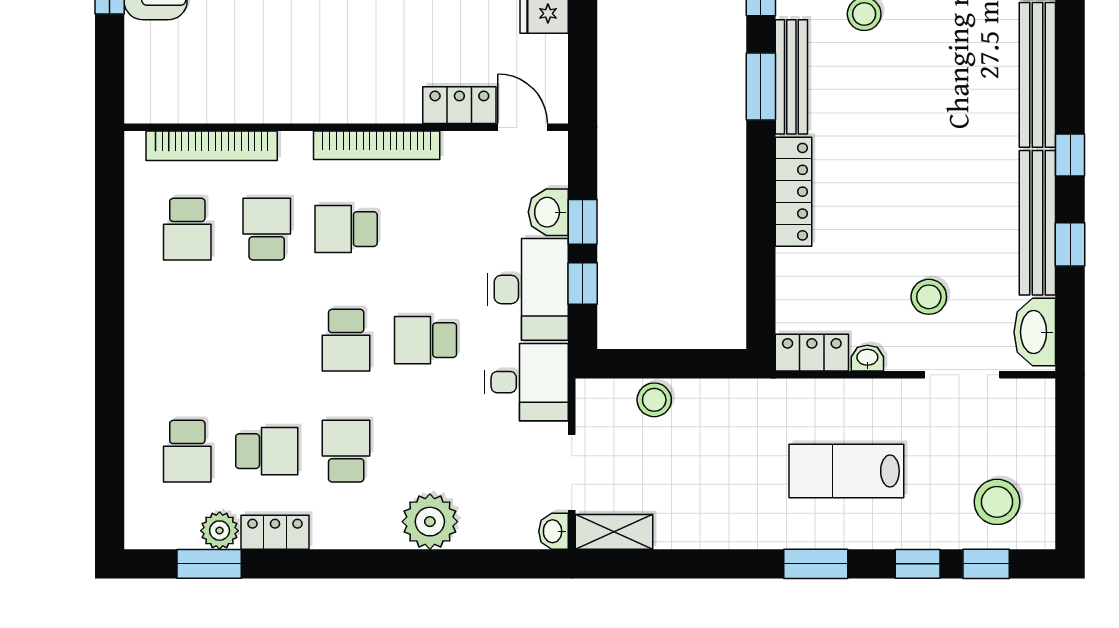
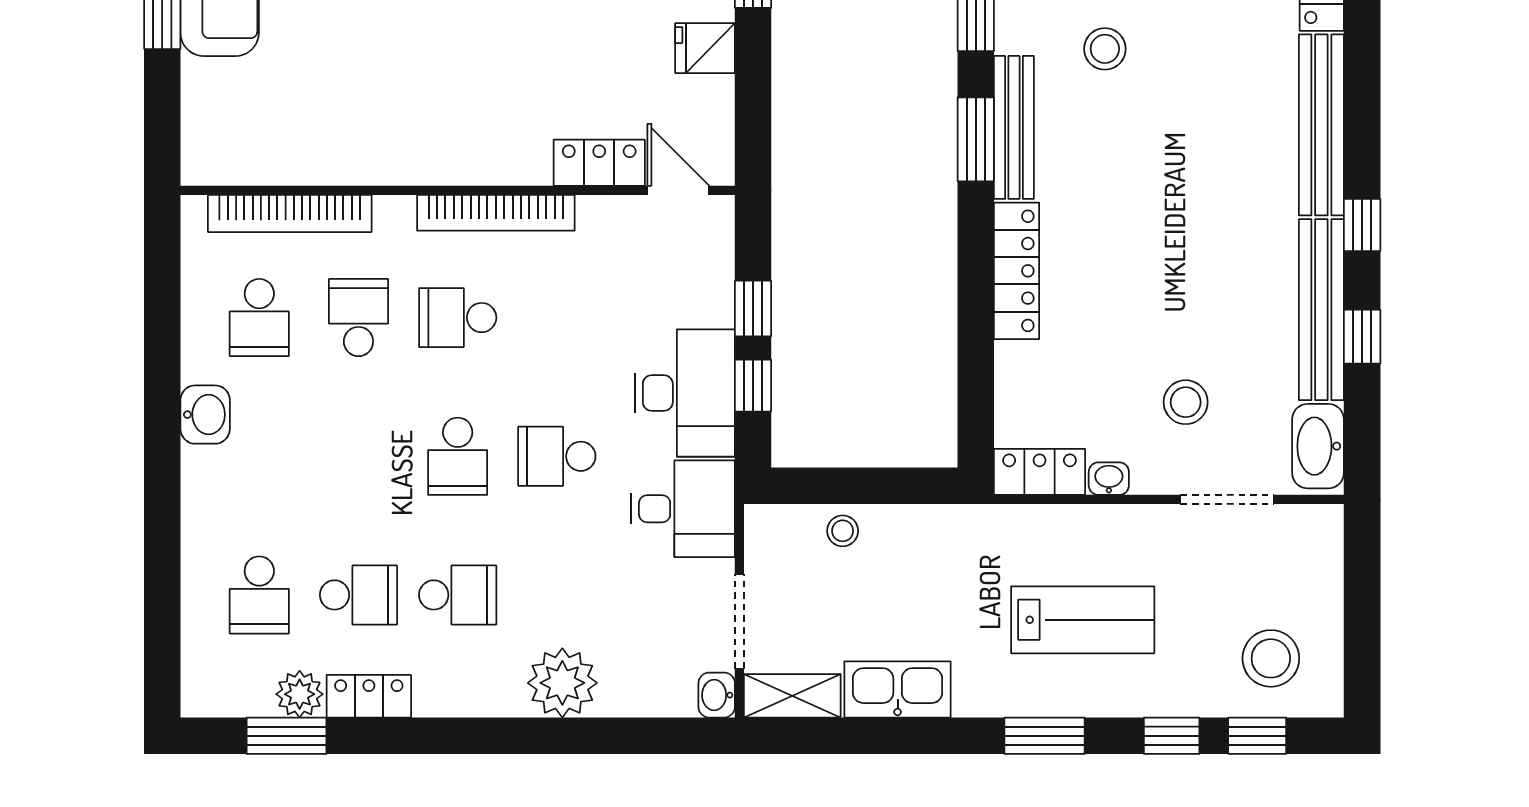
washbasin: (548, 212) -> (205, 415), moved, turned 180
stool: (654, 400) -> (843, 531), width x0.73, depth x0.73
school desk: (346, 451) -> (458, 595), turned 90
lab bench: (846, 471) -> (1083, 620), turned 180
kitchen sink: (698, 527) -> (898, 690), added

